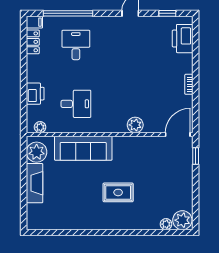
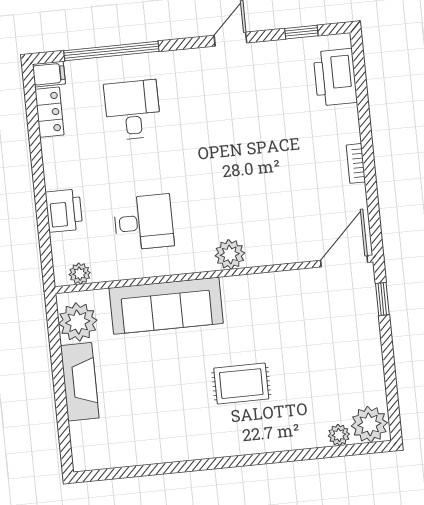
plant: (135, 125) -> (230, 254), moved

